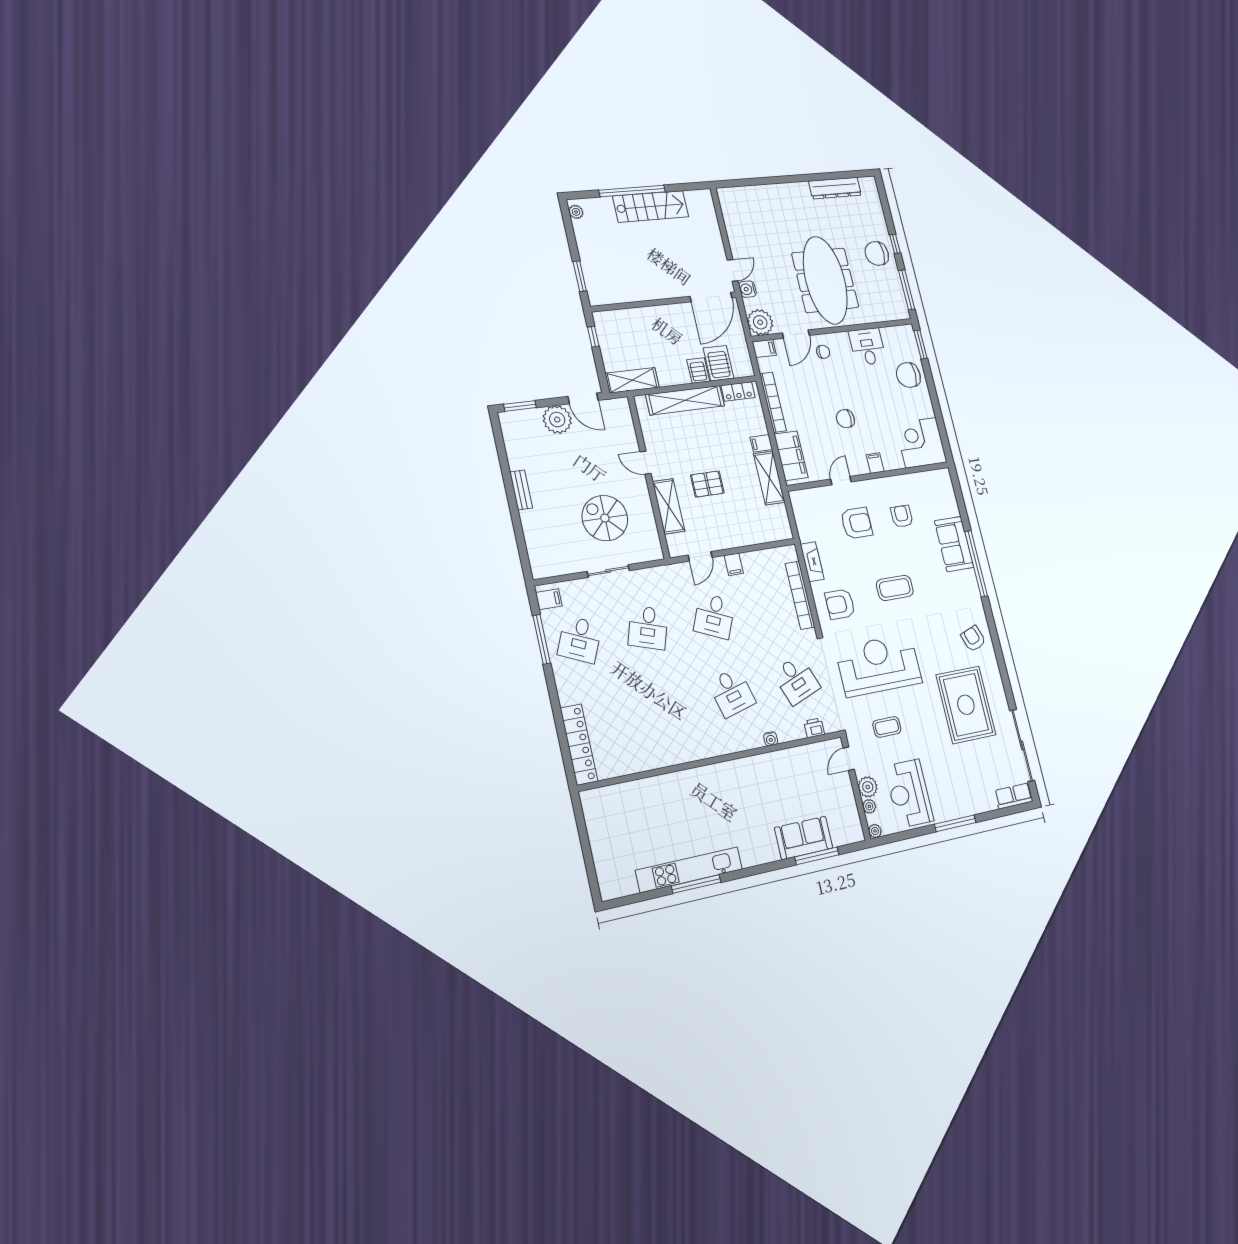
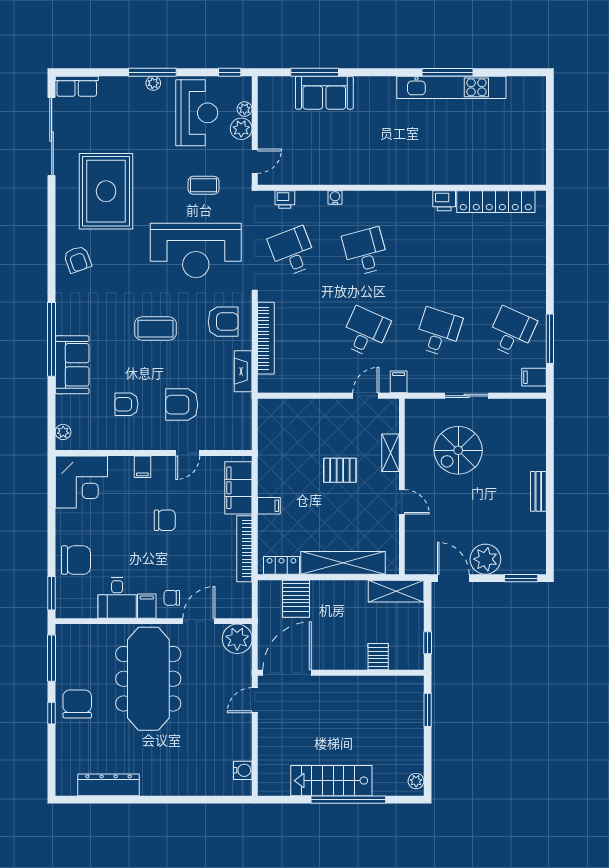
chair: (877, 253) -> (77, 704), turned -90
water cooler: (747, 289) -> (243, 770), moved
filing cabinet: (764, 348) -> (147, 606), moved, turned 90
server rack: (698, 370) -> (378, 657), moved, turned 180
shelving: (769, 478) -> (269, 467), removed
plant: (946, 484) -> (63, 432), added
shelving: (669, 506) -> (390, 453), width x0.67, depth x0.75
armchair: (902, 516) -> (126, 404), turned 90
spiral stairs: (605, 518) -> (458, 450), turned 90
filing cabinet: (734, 564) -> (399, 382), moved
locker: (579, 745) -> (496, 202), moved, turned -90
printer: (671, 756) -> (444, 201), added
plant: (875, 831) -> (153, 83), moved
window: (891, 839) -> (230, 72), added

